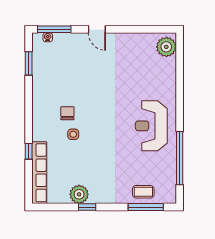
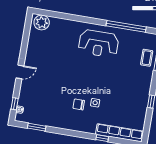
window: (54, 29) -> (15, 104), width x0.46
plant: (79, 194) -> (141, 106), removed

